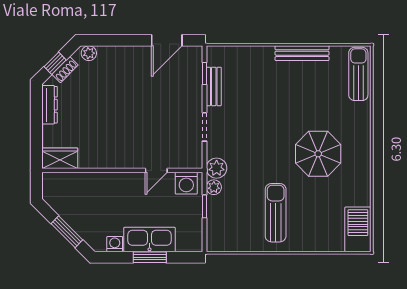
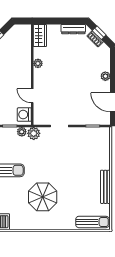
plant: (89, 53) -> (105, 76), moved
bench: (214, 86) -> (85, 132), removed
plant: (104, 161) -> (38, 63), added

